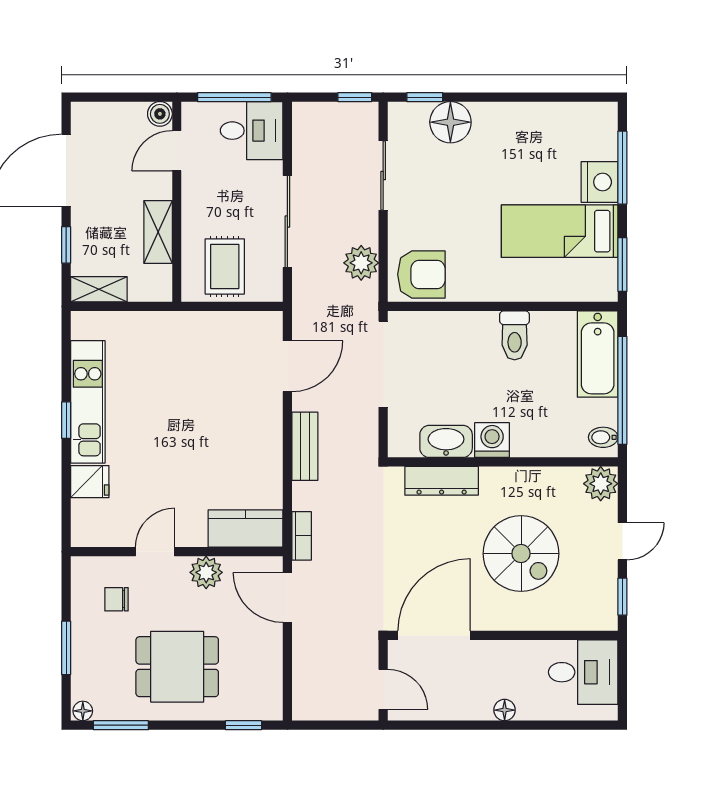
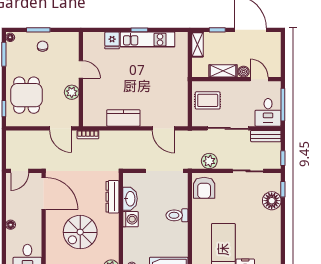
boiler: (160, 114) -> (244, 72), moved
toilet: (515, 335) -> (177, 215), moved
bench: (305, 446) -> (266, 136), moved
kitchen counter: (246, 529) -> (123, 118), moved, turned -90
door: (287, 597) -> (61, 128), swing flipped
chair: (117, 599) -> (43, 46), moved
dining table: (177, 667) -> (27, 95), moved

